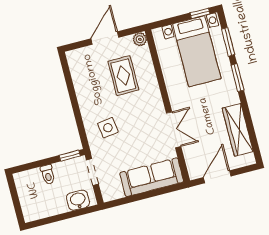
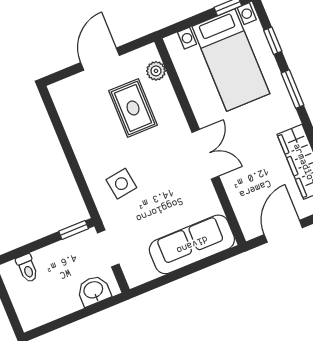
plant: (140, 39) -> (156, 71), moved
window: (228, 42) -> (273, 41), width x0.67
double door: (174, 130) -> (205, 154), moved
toilet: (48, 174) -> (27, 268), moved

